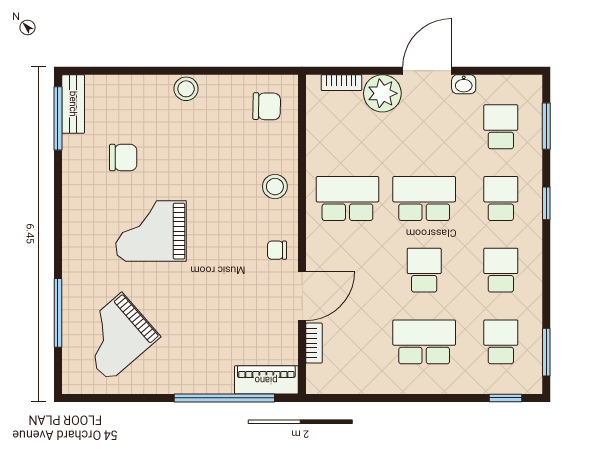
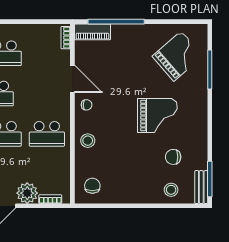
stool: (186, 89) -> (171, 190), moved
chair: (267, 106) -> (92, 186), turned 89
door: (302, 296) -> (72, 79), swing flipped
bookcase: (314, 343) -> (66, 38), moved

